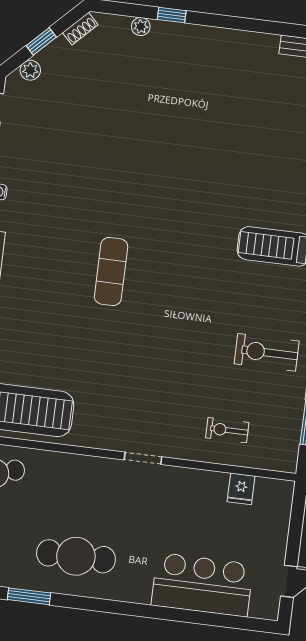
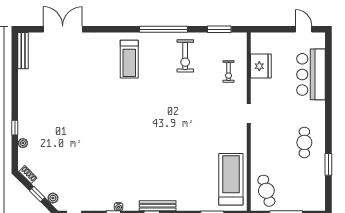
exercise mat: (111, 271) -> (153, 143), removed
fridge: (241, 489) -> (261, 66), width x1.88, depth x1.34
cafe table: (76, 556) -> (304, 142), width x0.73, depth x0.74

